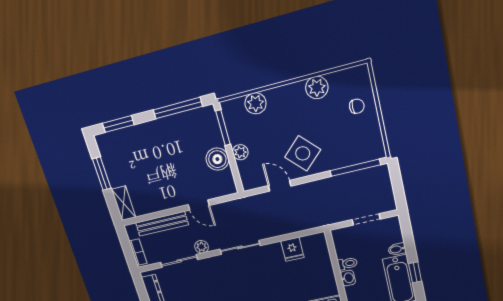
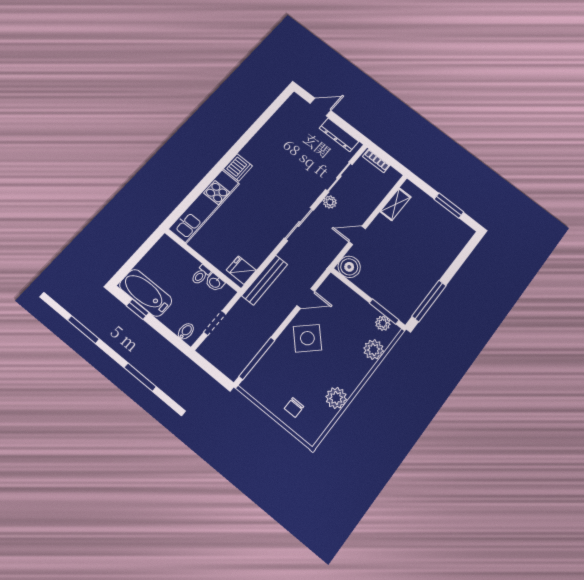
window: (118, 124) -> (464, 255), removed
plant: (240, 152) -> (383, 323), moved
boiler: (217, 159) -> (349, 267), moved
shelving: (124, 203) -> (395, 204), moved, turned 90
bench: (162, 224) -> (265, 280), moved
fridge: (292, 249) -> (241, 270), moved
bidet: (397, 249) -> (186, 331), moved
washbasin: (348, 278) -> (215, 282), moved

